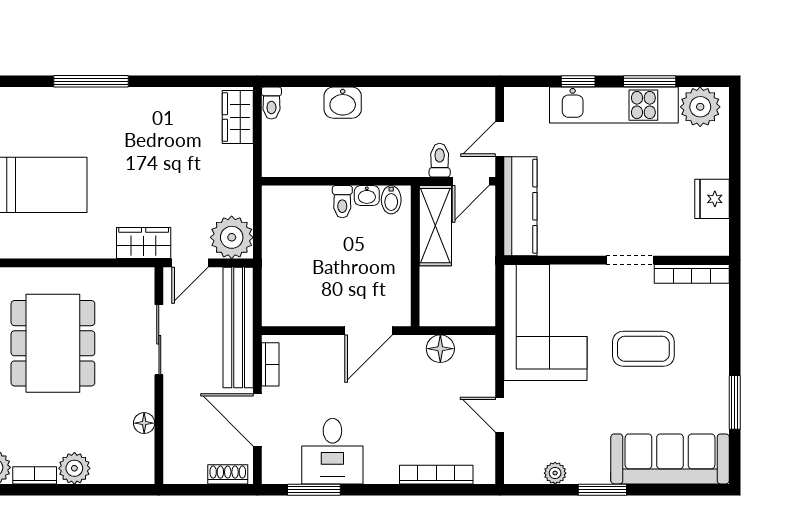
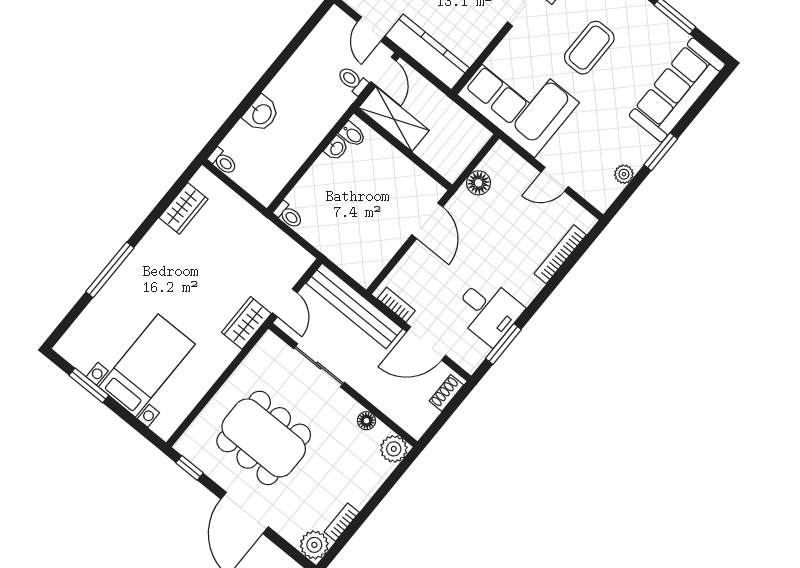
wardrobe: (238, 117) -> (184, 208), moved, turned -90
toilet: (342, 202) -> (289, 215), moved
plant: (232, 237) -> (291, 261), removed
plant: (74, 468) -> (394, 449), moved

